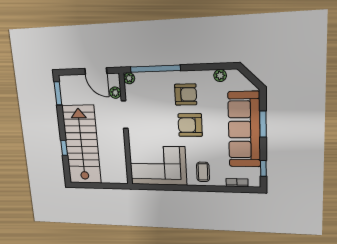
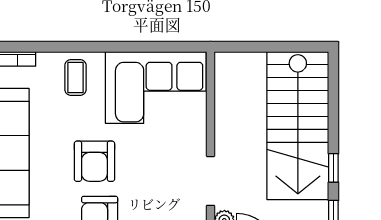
armchair: (190, 125) -> (94, 161), turned 90
window: (64, 148) -> (333, 168), moved

